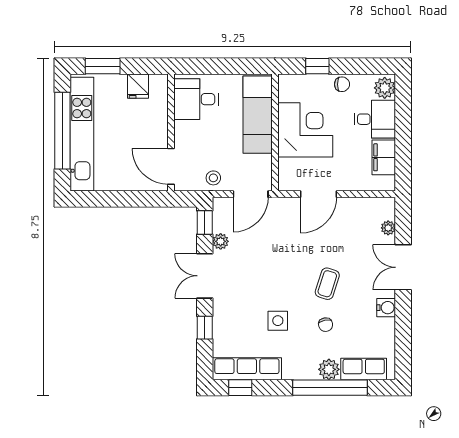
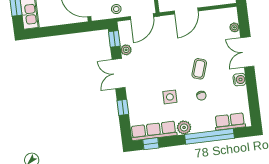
plant: (329, 369) -> (184, 127), moved

